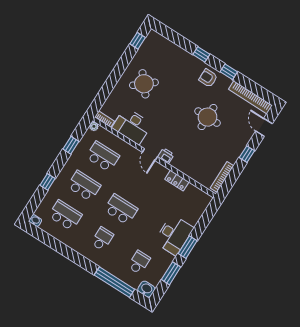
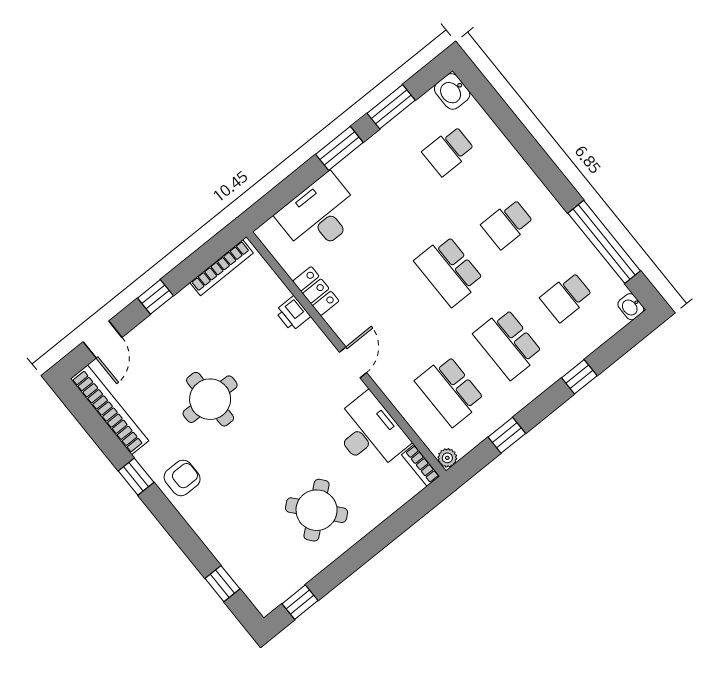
window: (201, 54) -> (222, 584), moved
armchair: (208, 78) -> (182, 478), turned -90
printer: (166, 156) -> (293, 314), moved
school desk: (65, 215) -> (566, 297), width x0.54
desk: (174, 235) -> (319, 215), moved
window: (114, 282) -> (604, 242), moved

